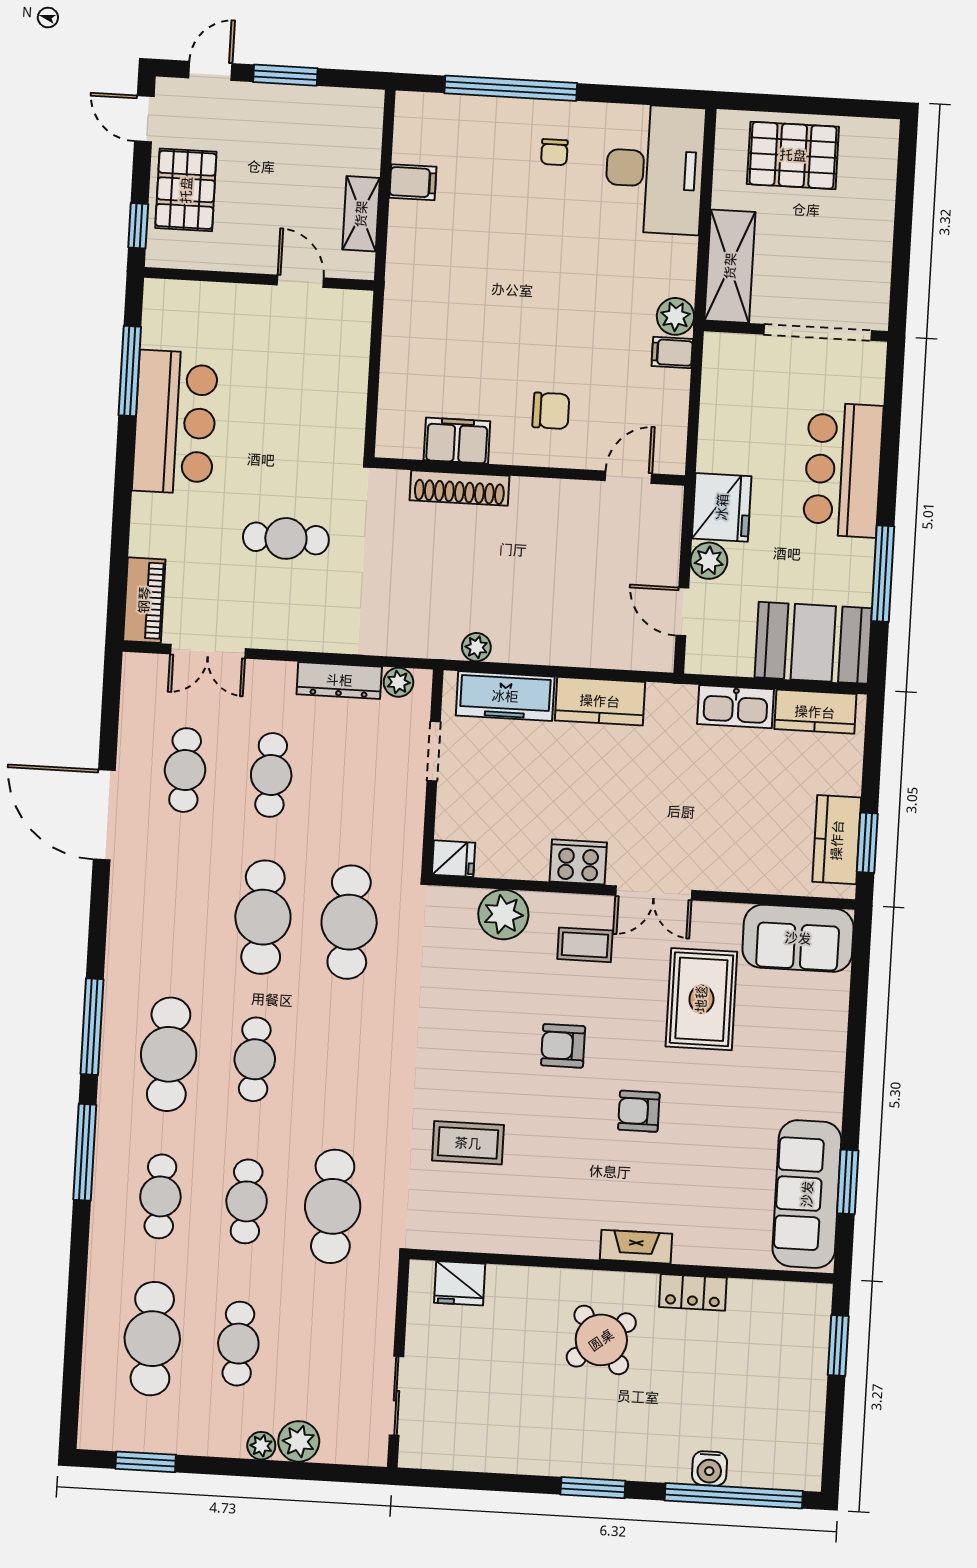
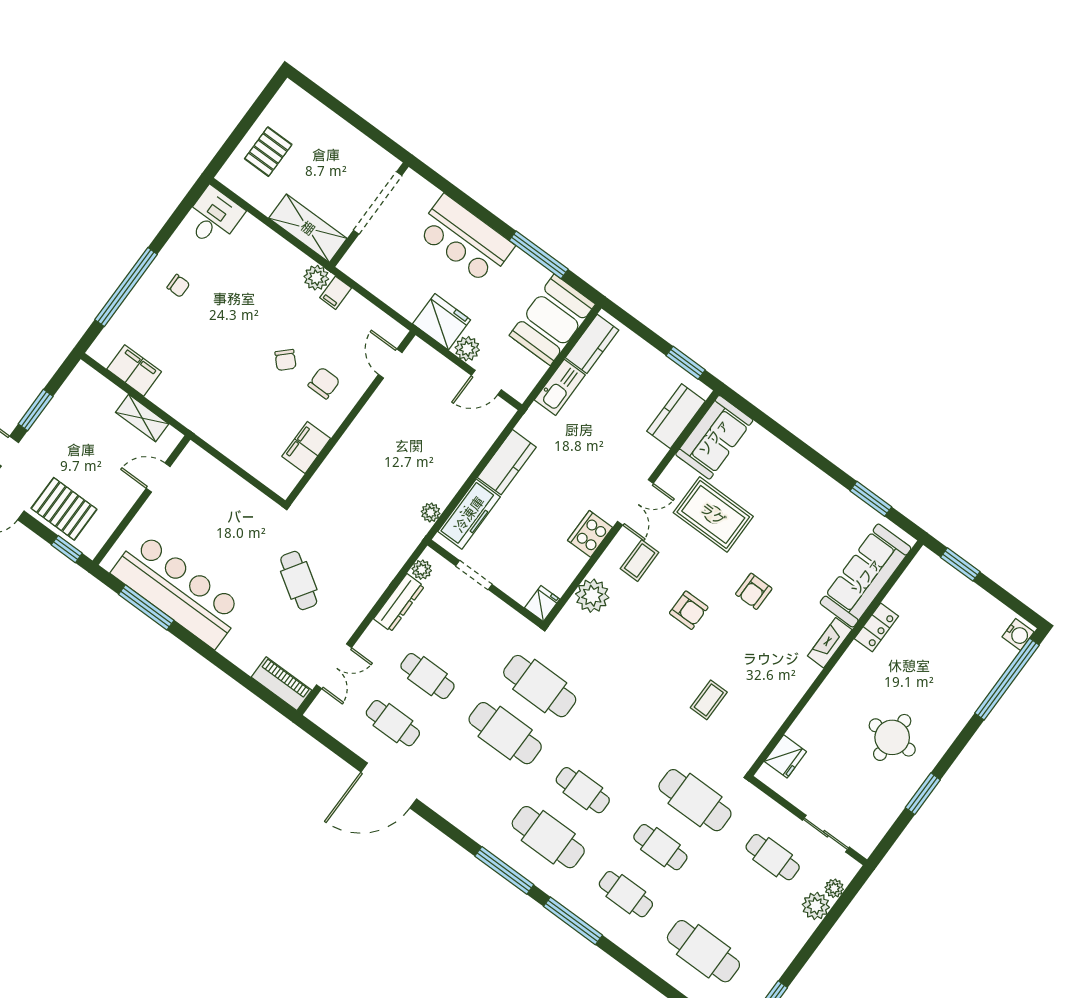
pallet: (793, 155) -> (268, 152), width x0.67, depth x0.71
desk: (655, 169) -> (213, 217), width x0.53, depth x0.77
filing cabinet: (413, 182) -> (134, 370), width x2.00
chair: (549, 344) -> (285, 360), added
bar counter: (175, 422) -> (178, 590), width x1.36
shoe rack: (460, 488) -> (334, 463), removed
cafe table: (286, 538) -> (299, 580), turned -57
kitchen counter: (837, 840) -> (676, 416), moved, turned 90
armchair: (563, 1046) -> (689, 610), turned -90
coffee table: (468, 1143) -> (709, 700), width x0.73, depth x0.77
sofa: (807, 1194) -> (866, 576), moved, turned 90
round table: (601, 1340) -> (892, 737), moved, turned 38
cafe table: (238, 1344) -> (773, 857), moved
plant: (261, 1446) -> (834, 888), moved
water cooler: (709, 1468) -> (1018, 634), moved
window: (593, 1488) -> (923, 794), moved

